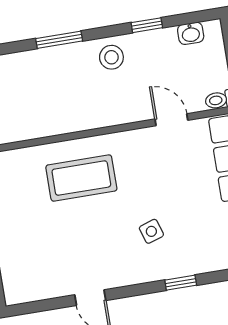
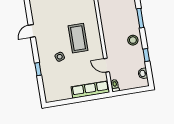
door: (171, 120) -> (107, 65), swing flipped
coffee table: (81, 178) -> (78, 38), moved

